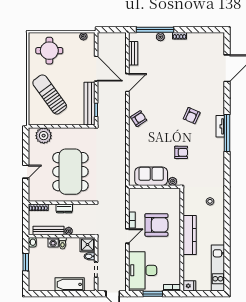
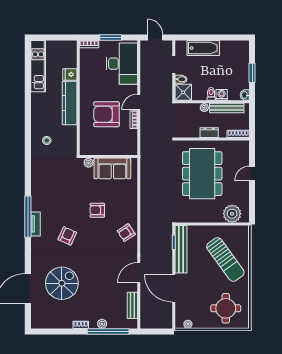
spiral stairs: (196, 73) -> (62, 283), added
armchair: (181, 152) -> (97, 210), moved
fridge: (189, 286) -> (70, 74), moved

